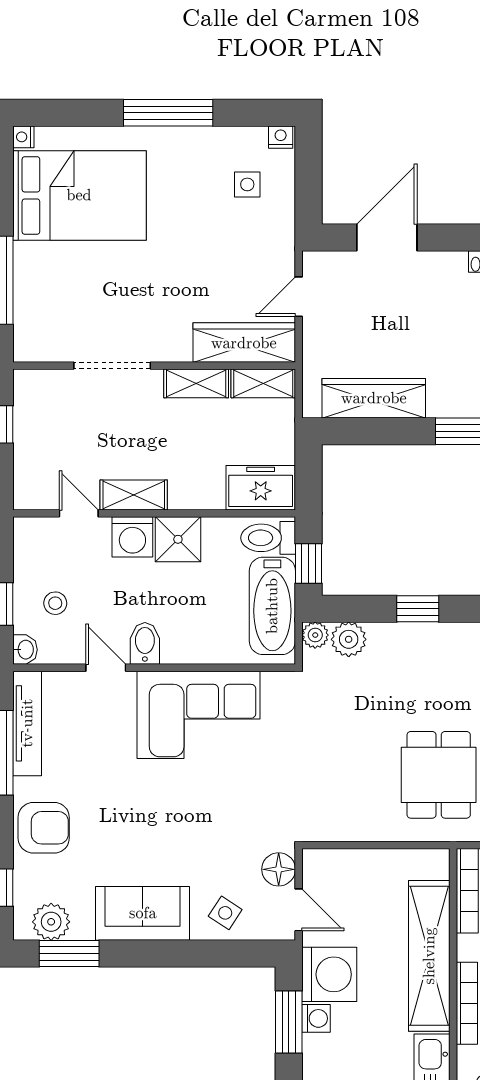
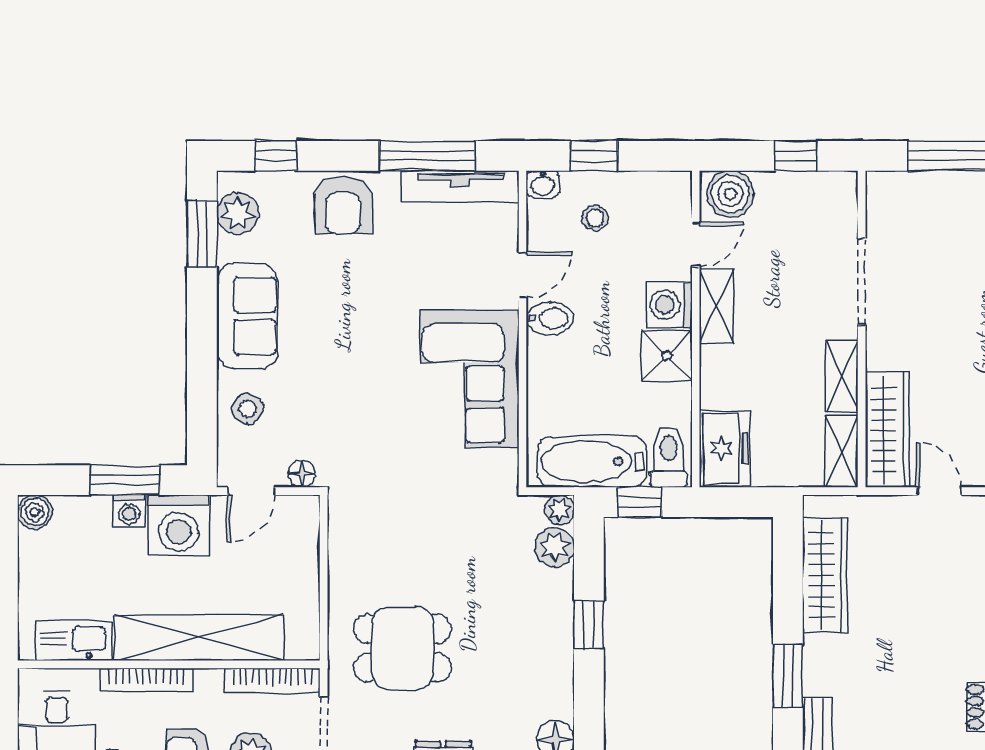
boiler: (34, 482) -> (730, 194), added
floor lamp: (279, 869) -> (302, 474), width x0.73, depth x0.73

